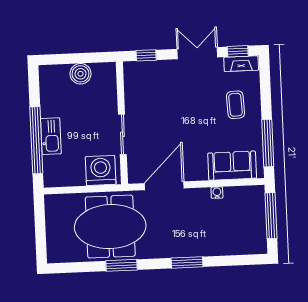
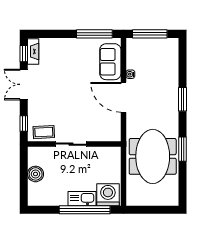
coffee table: (236, 105) -> (44, 132), moved
sliding door: (122, 134) -> (71, 144), moved
washing machine: (101, 170) -> (108, 195), moved, turned 90
door: (164, 186) -> (123, 97), moved

